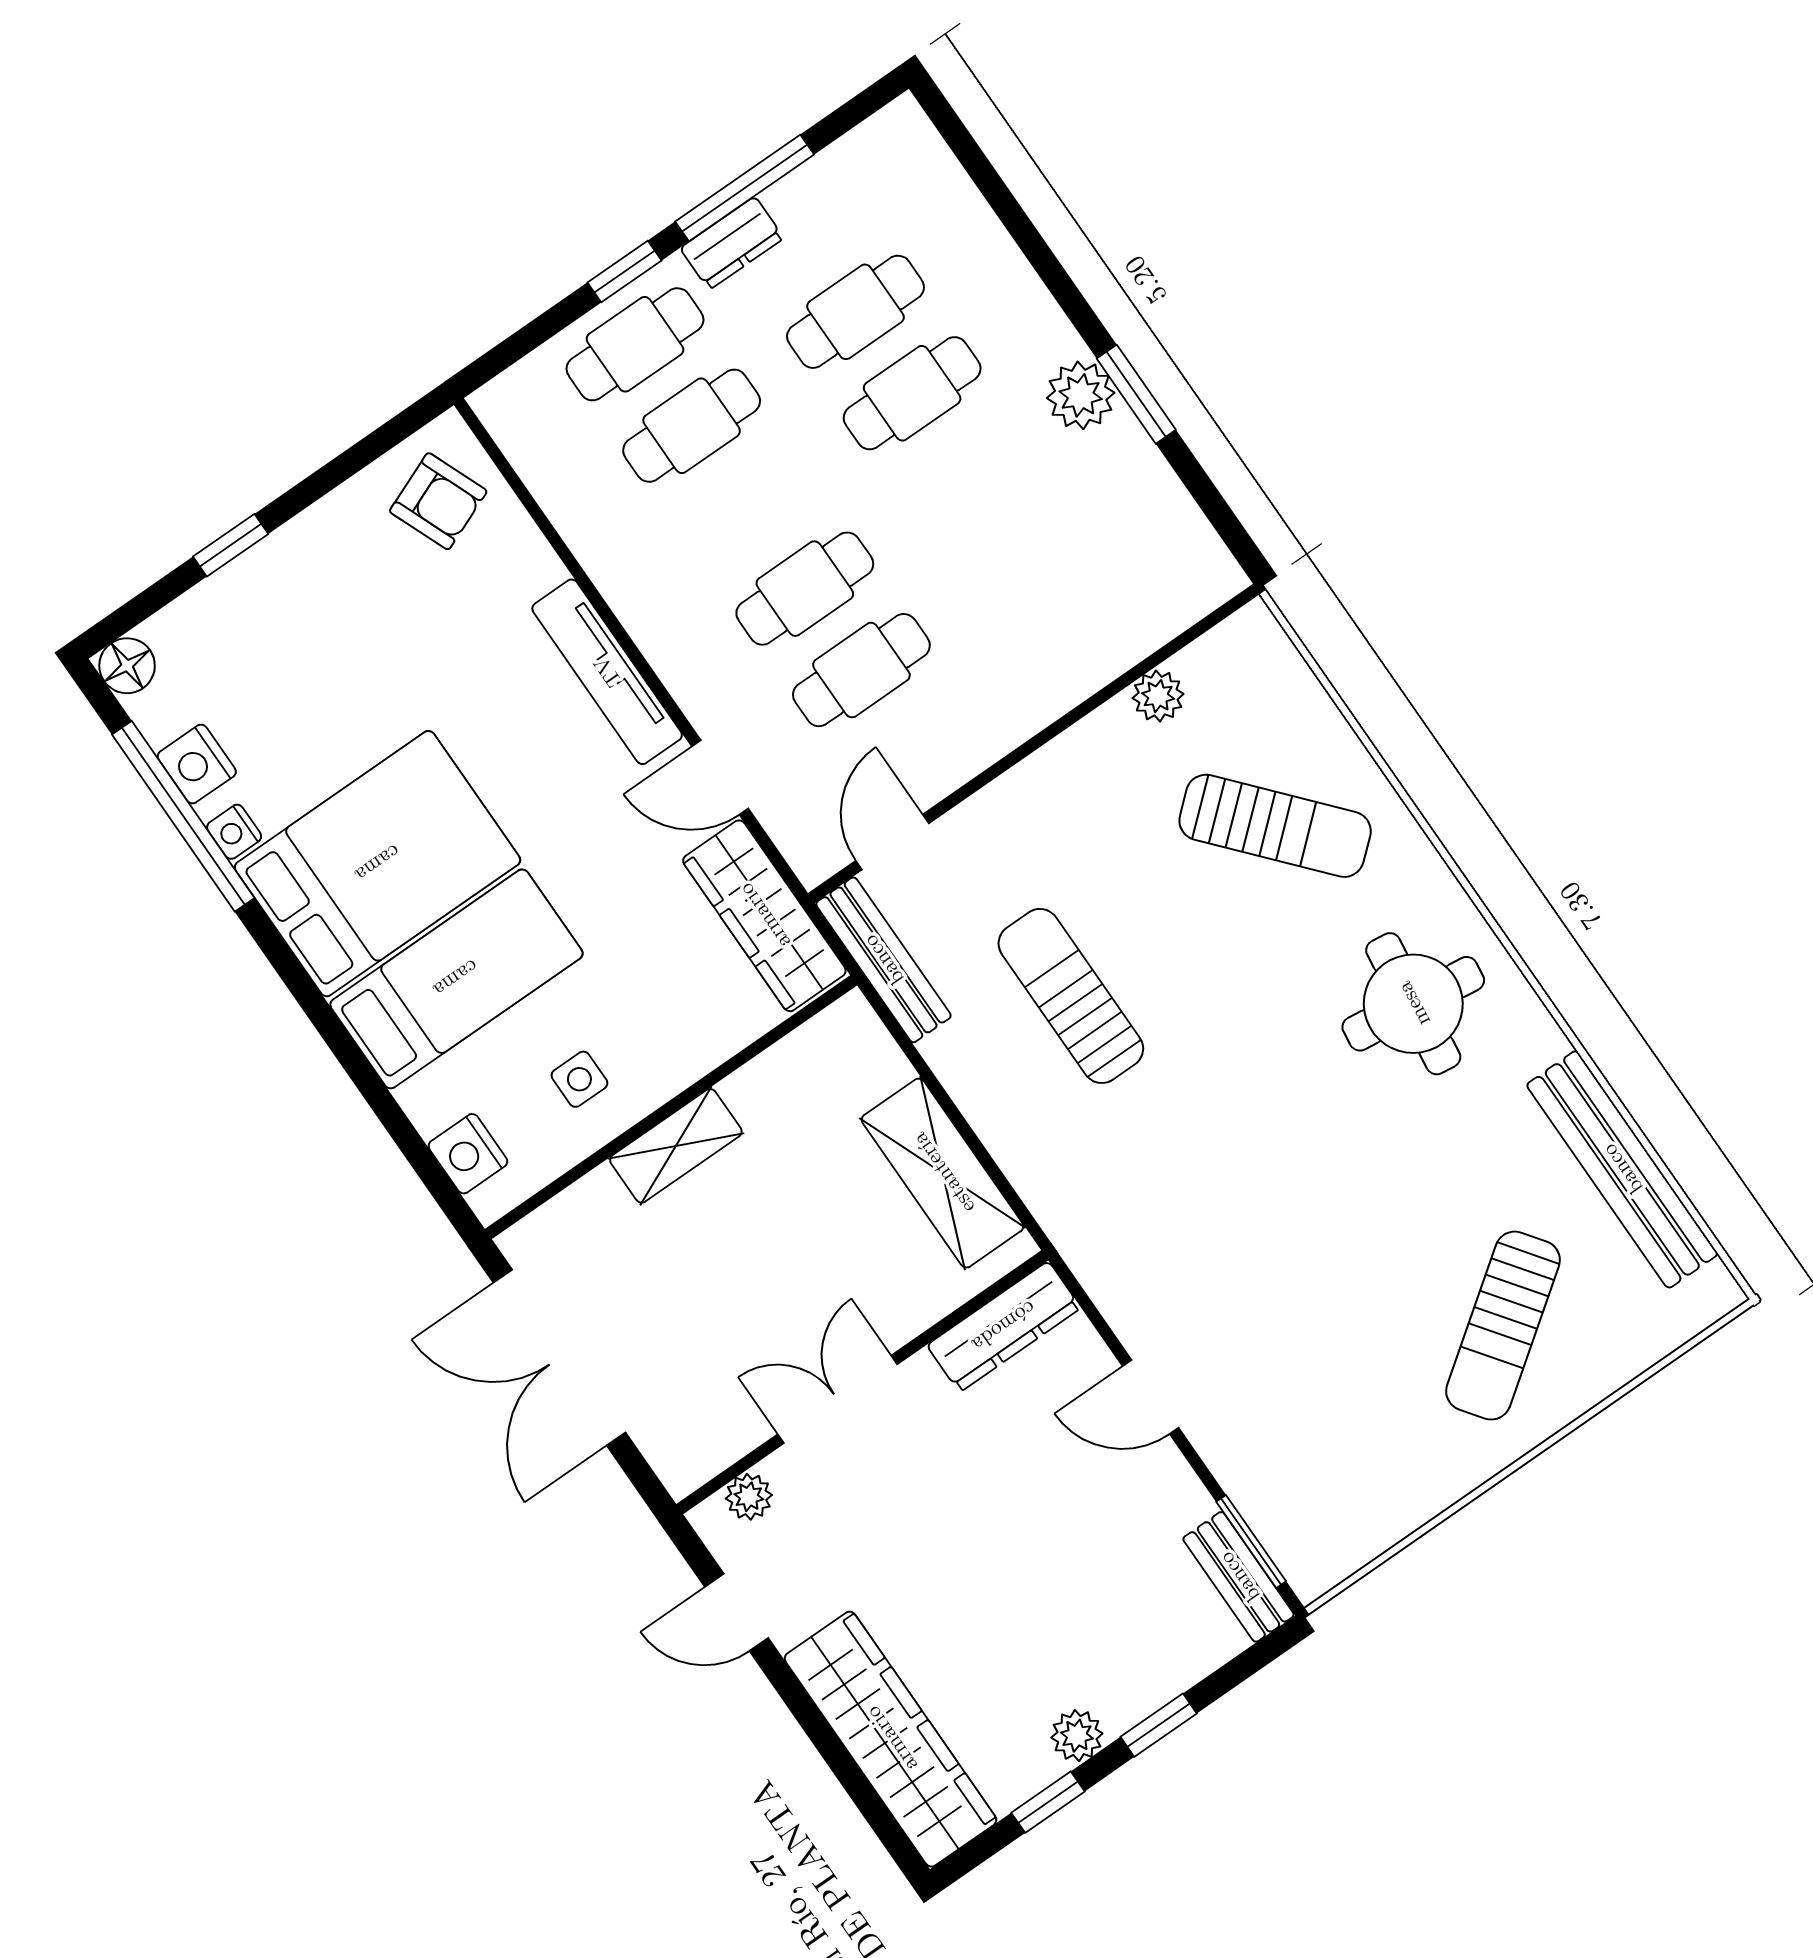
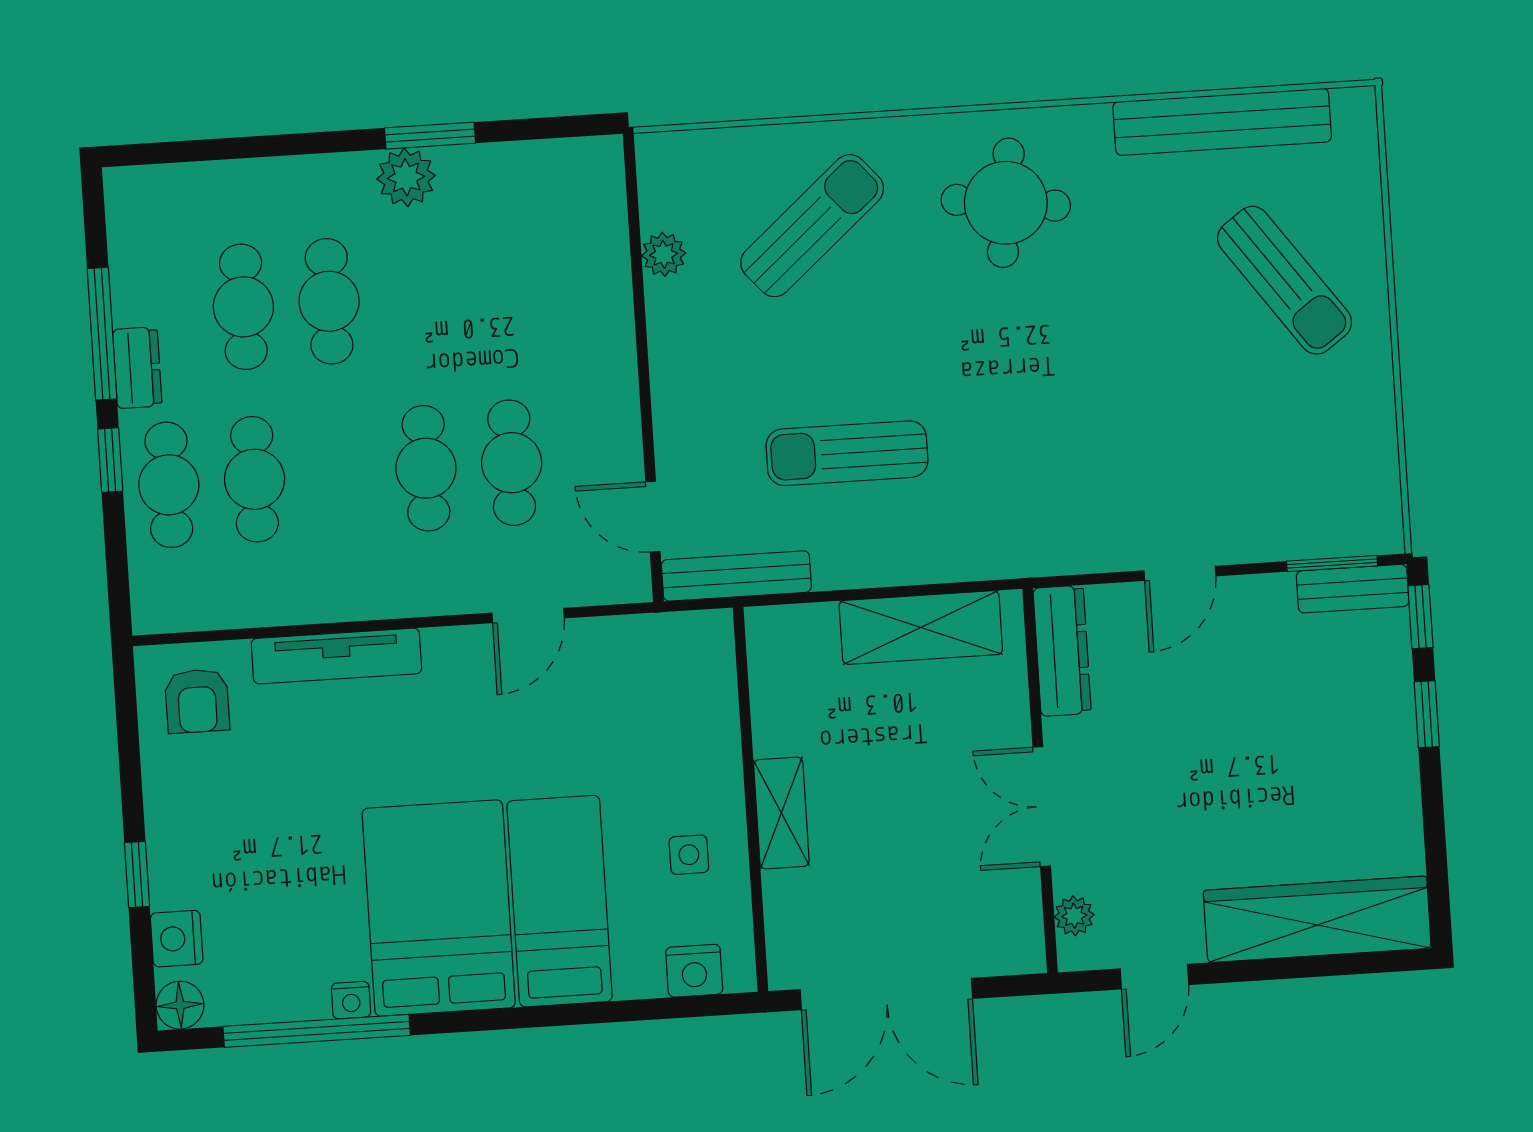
armchair: (438, 501) -> (197, 701), turned 112
tv unit: (607, 672) -> (336, 656), moved
nightstand: (197, 764) -> (177, 939), moved, turned 90
wardrobe: (764, 916) -> (650, 644), removed
plant: (1077, 1736) -> (1398, 779), removed
window: (1048, 1802) -> (1420, 617), moved

